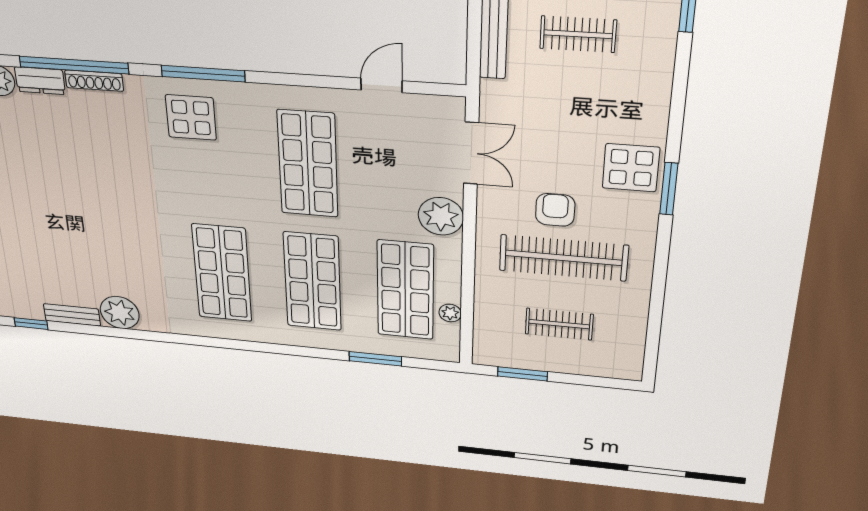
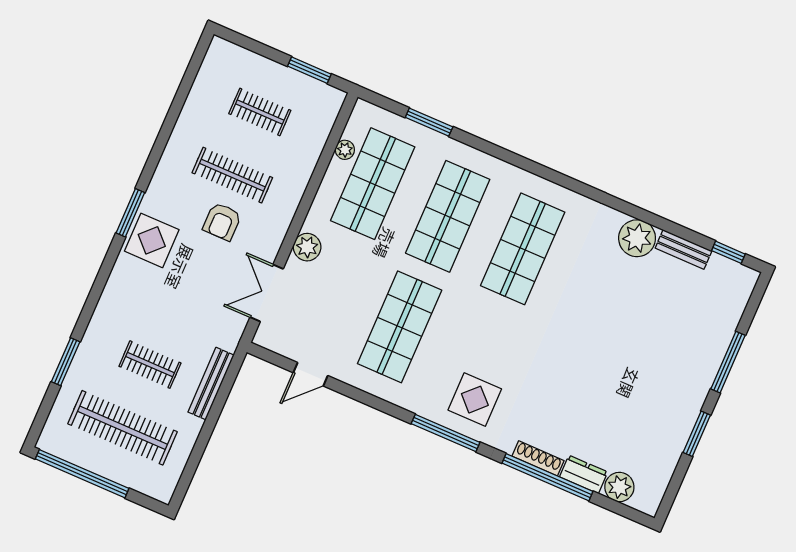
plant: (441, 216) -> (307, 247), width x0.73, depth x0.73
clothes rail: (563, 258) -> (232, 175), width x0.73, depth x0.76

